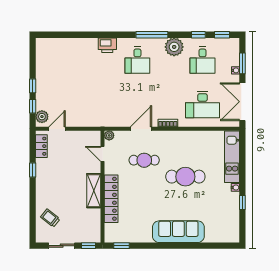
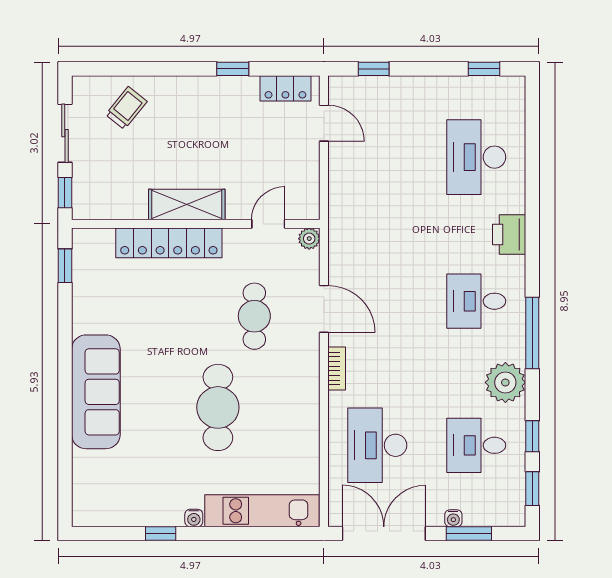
desk: (72, 60) -> (476, 157), added
window: (33, 86) -> (484, 69), moved
plant: (42, 117) -> (351, 90), removed

